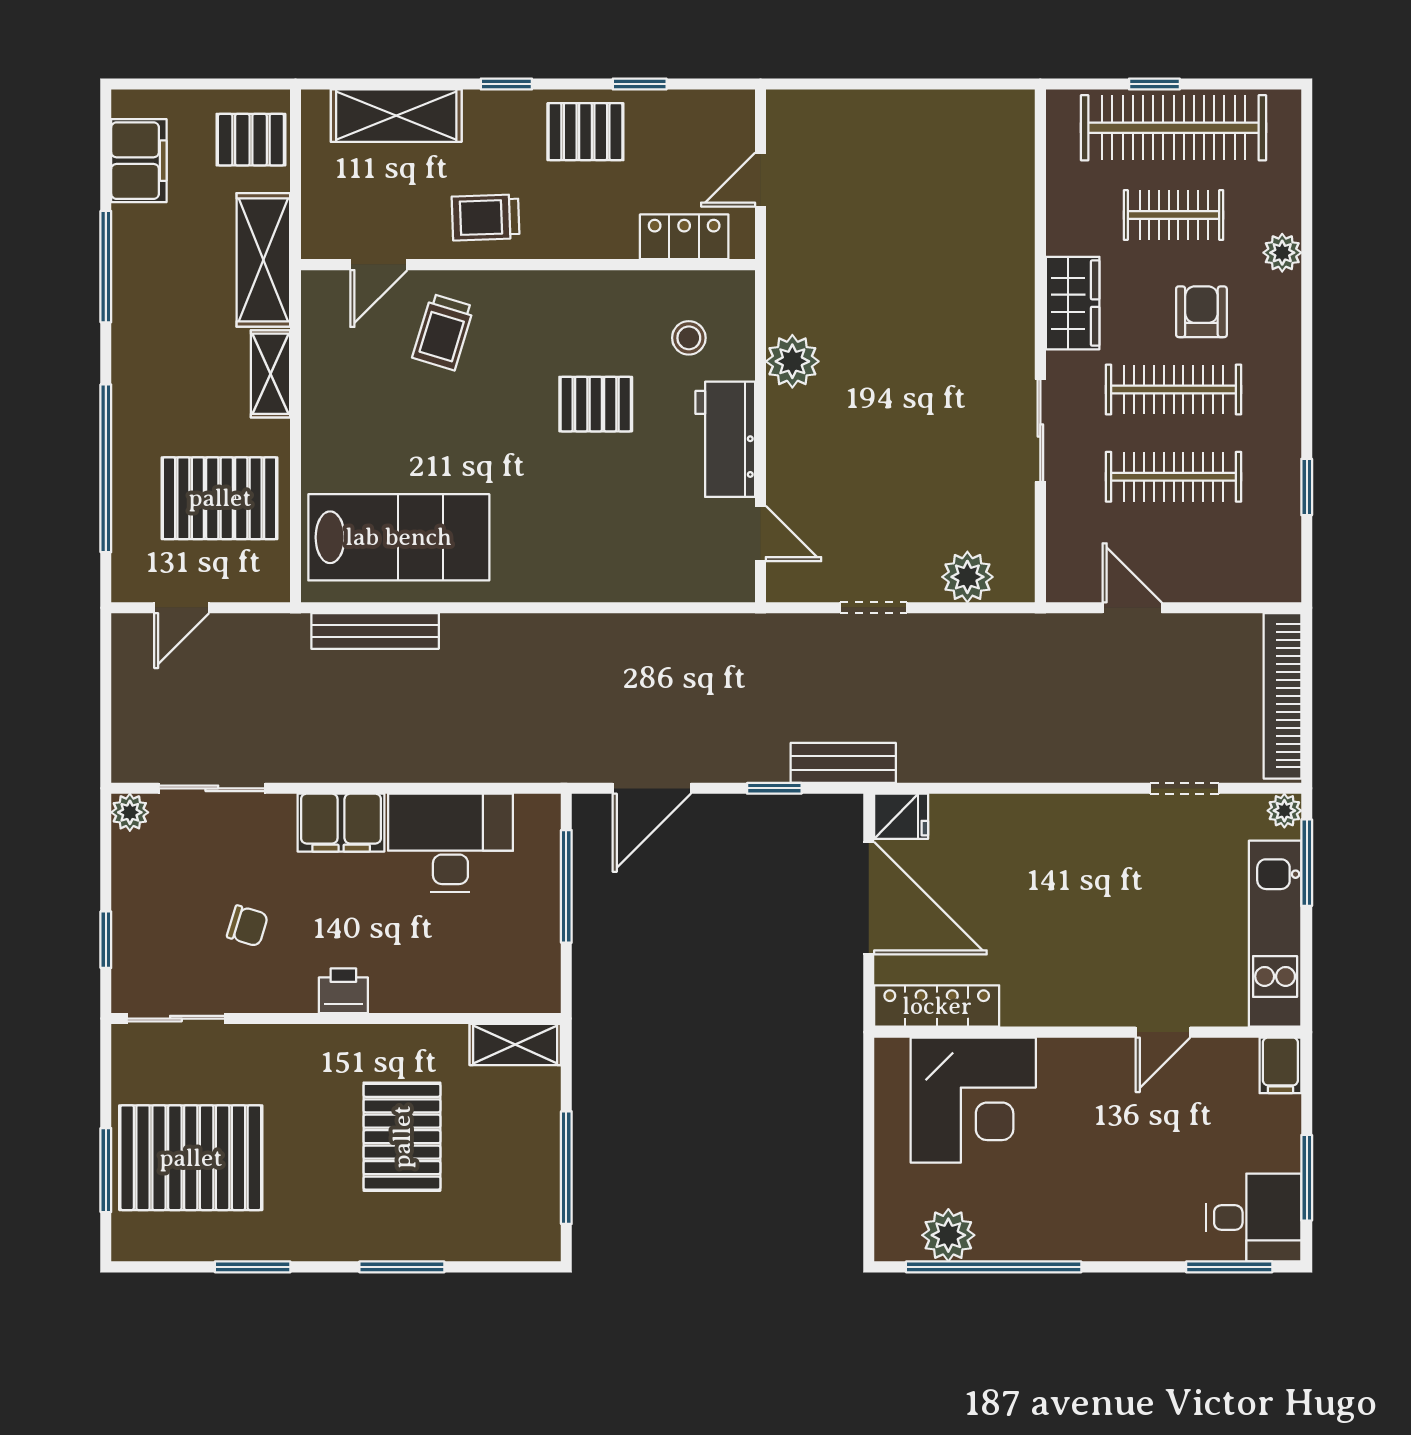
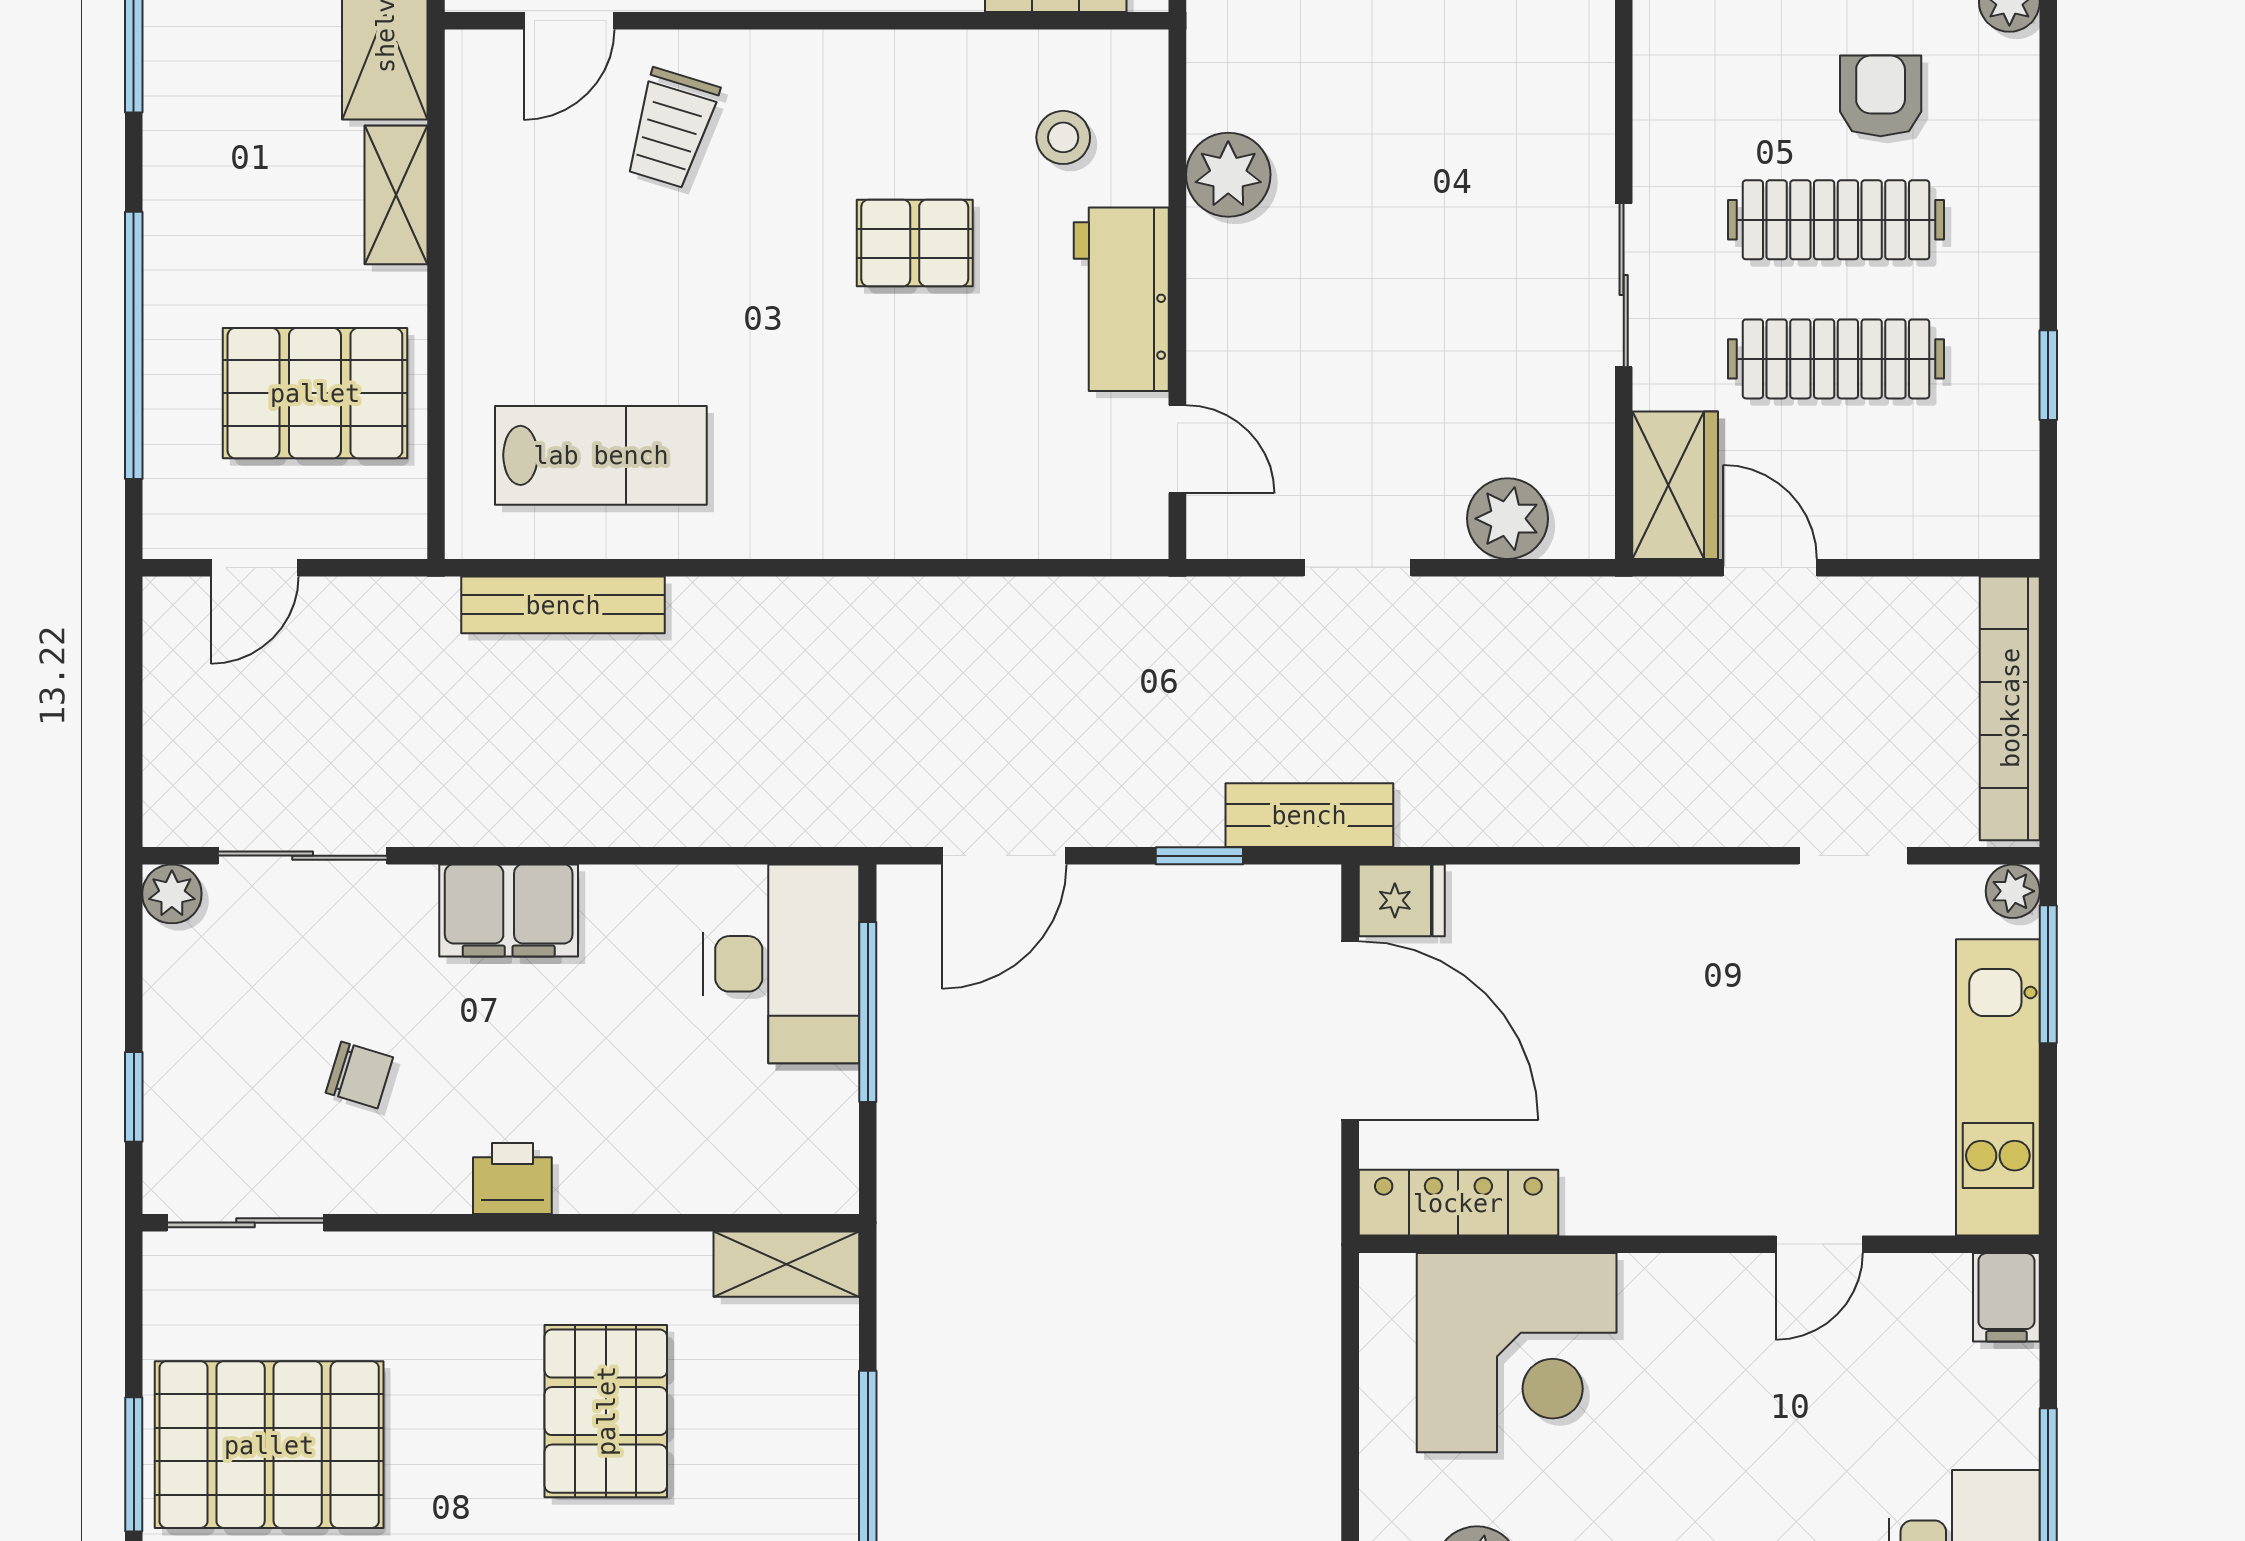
wardrobe: (1073, 303) -> (1675, 485), moved
lab bench: (399, 537) -> (601, 455), width x0.73, depth x0.72
desk: (450, 843) -> (781, 964), moved, turned 90

